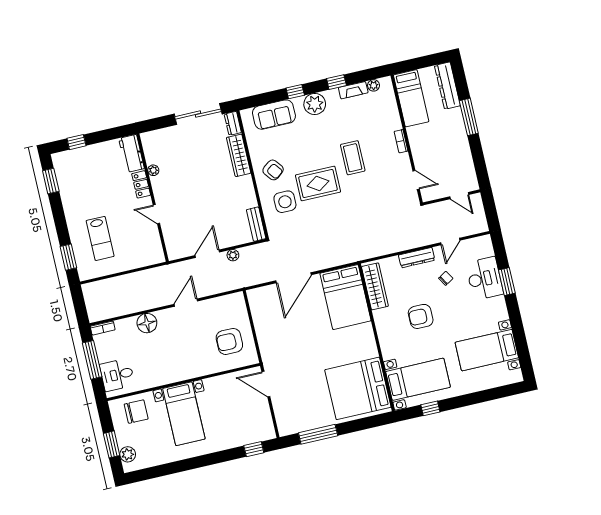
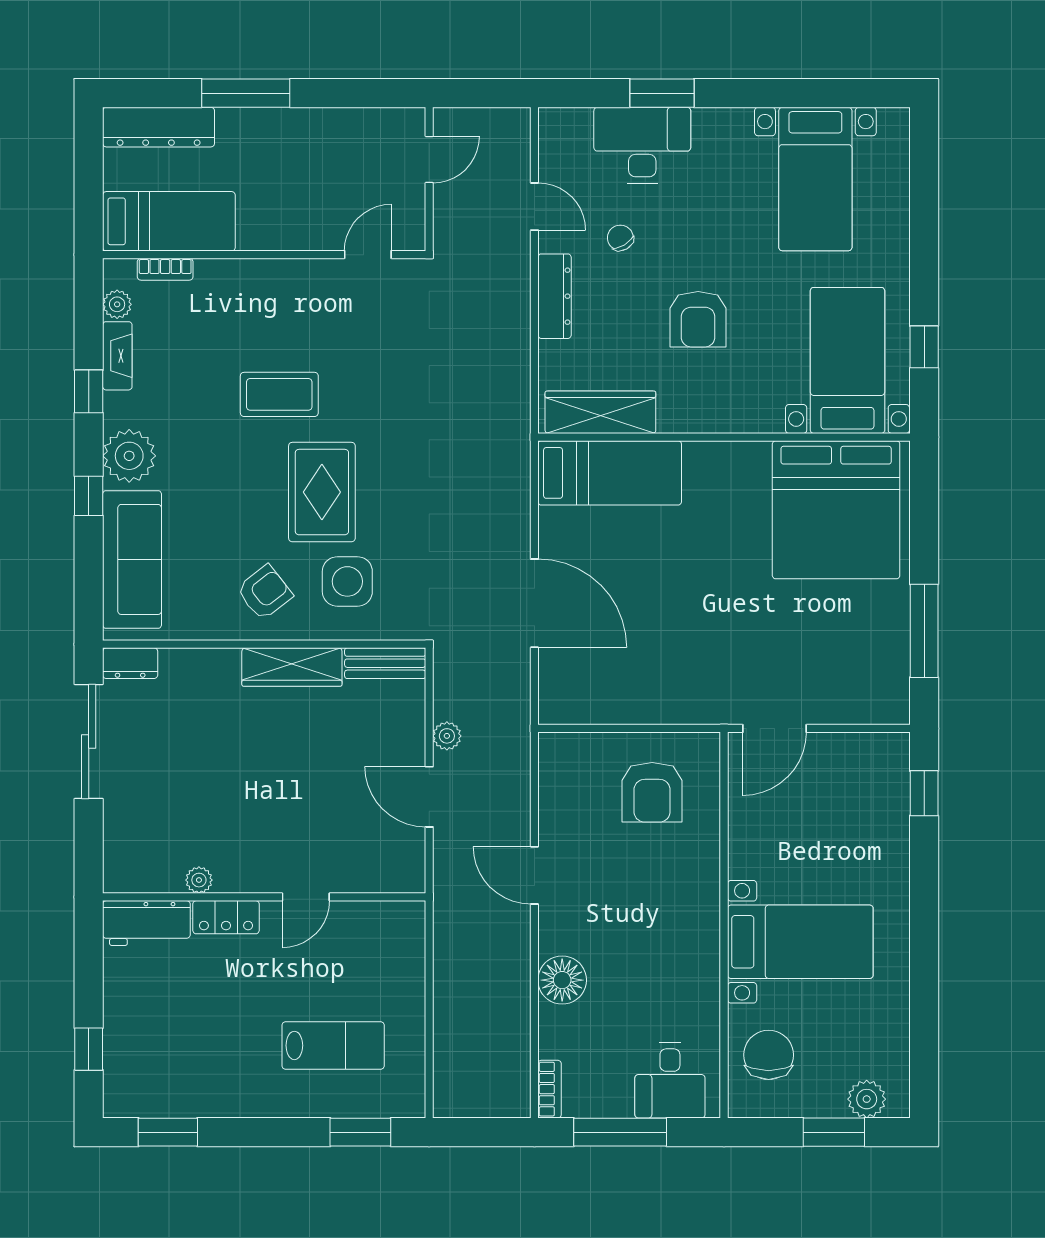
sofa: (274, 115) -> (132, 559), width x1.36
bookcase: (401, 141) -> (165, 269), moved
wardrobe: (239, 155) -> (292, 667), moved
bed: (345, 297) -> (610, 473), width x0.67

